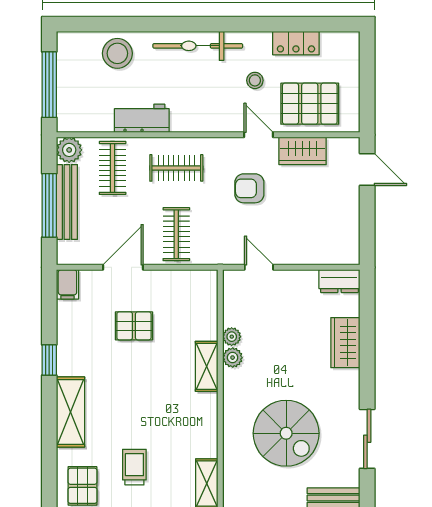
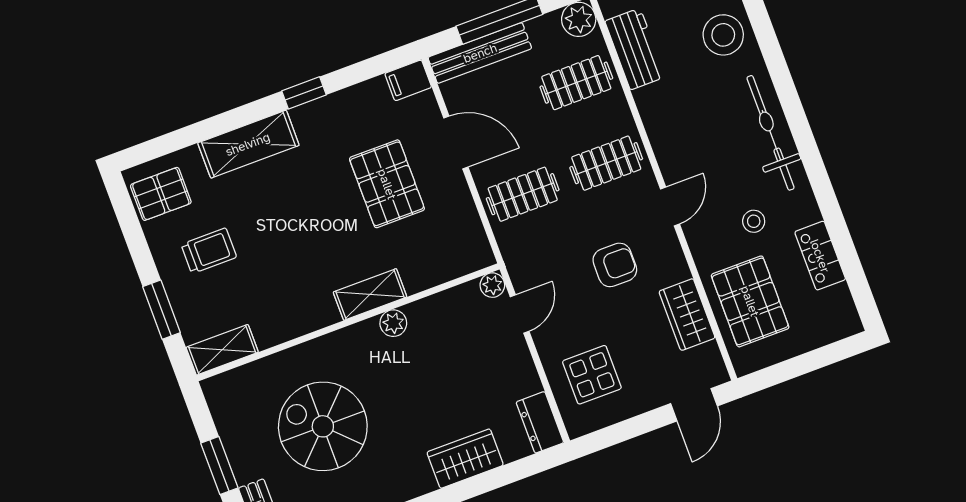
workbench: (142, 118) -> (635, 49), moved
door: (259, 135) -> (670, 207), moved
clothes rail: (176, 168) -> (606, 163), turned 90
armchair: (249, 188) -> (615, 265), turned 90
bench: (67, 202) -> (480, 53), moved
display table: (320, 233) -> (592, 375), added
pallet: (134, 326) -> (387, 184), width x1.50, depth x1.42
plant: (232, 337) -> (492, 285), moved
spiral stairs: (286, 433) -> (323, 426), turned 90

